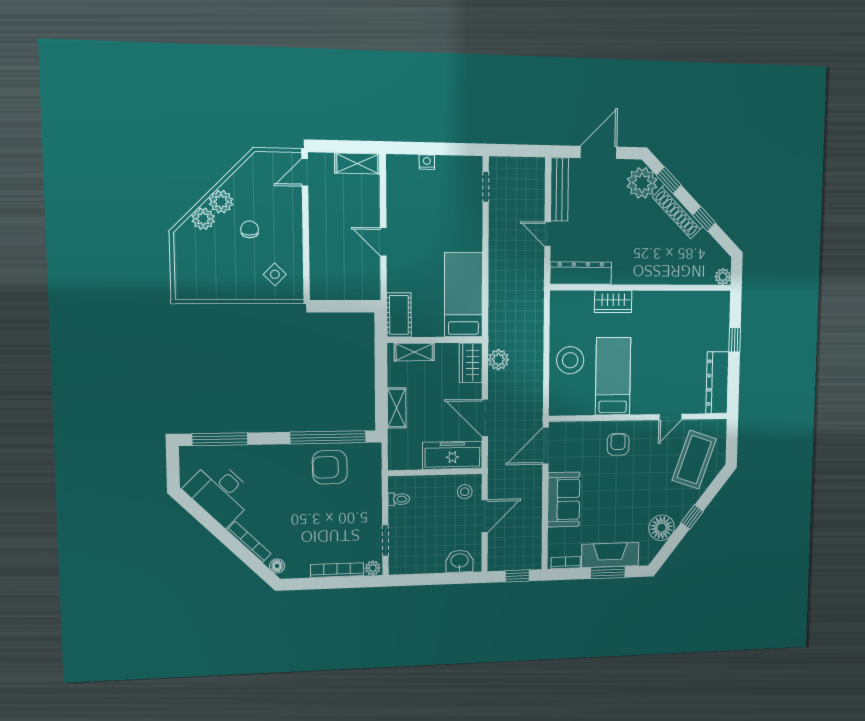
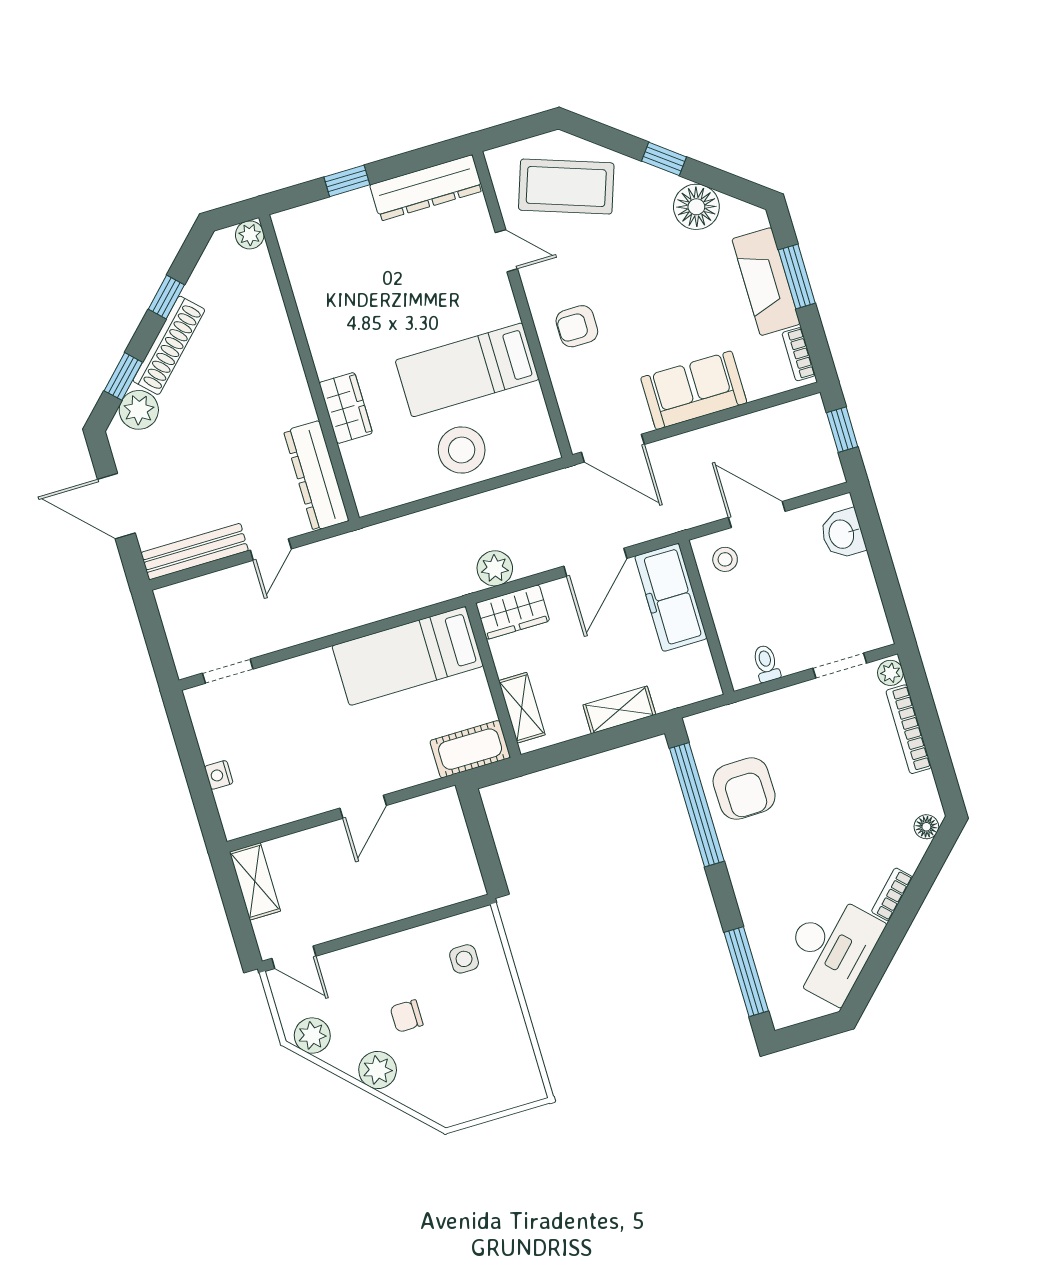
plant: (642, 183) -> (139, 410), width x0.73, depth x0.73
plant: (203, 219) -> (312, 1036), moved
side table: (275, 274) -> (464, 959), turned 45
bookcase: (249, 542) -> (892, 894), width x0.64

